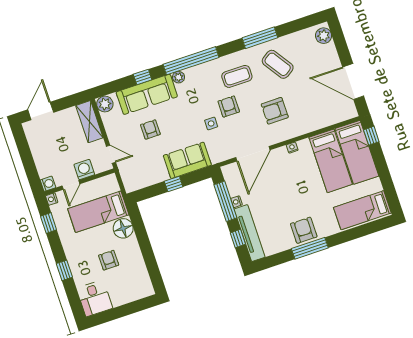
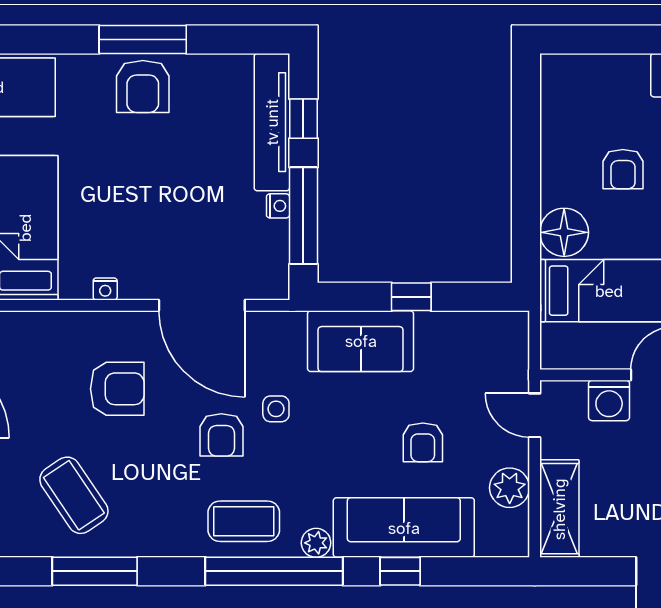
coffee table: (237, 76) -> (244, 521), moved
plant: (105, 104) -> (510, 488), moved
door: (253, 154) -> (202, 305), swing flipped

